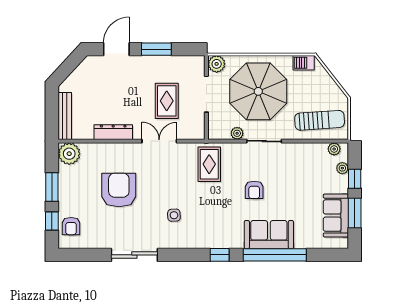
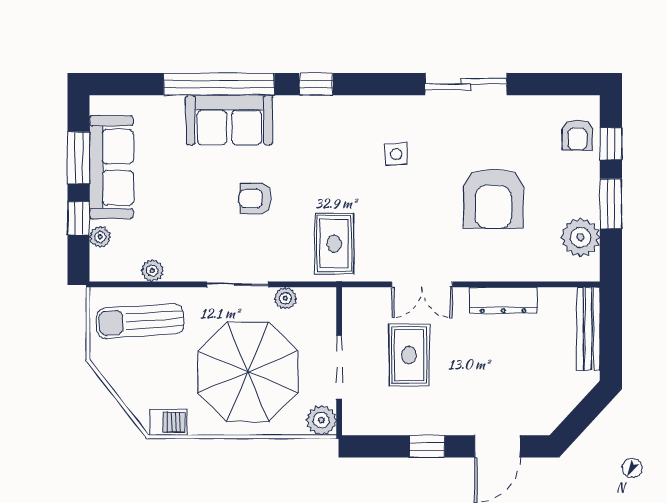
window: (156, 49) -> (427, 446), width x0.67
plant: (334, 149) -> (152, 271), moved
plant: (69, 154) -> (581, 237), moved
armchair: (254, 190) -> (255, 199), turned -90
sofa: (336, 216) -> (111, 167), width x1.36
armchair: (71, 226) -> (577, 135), turned 180

